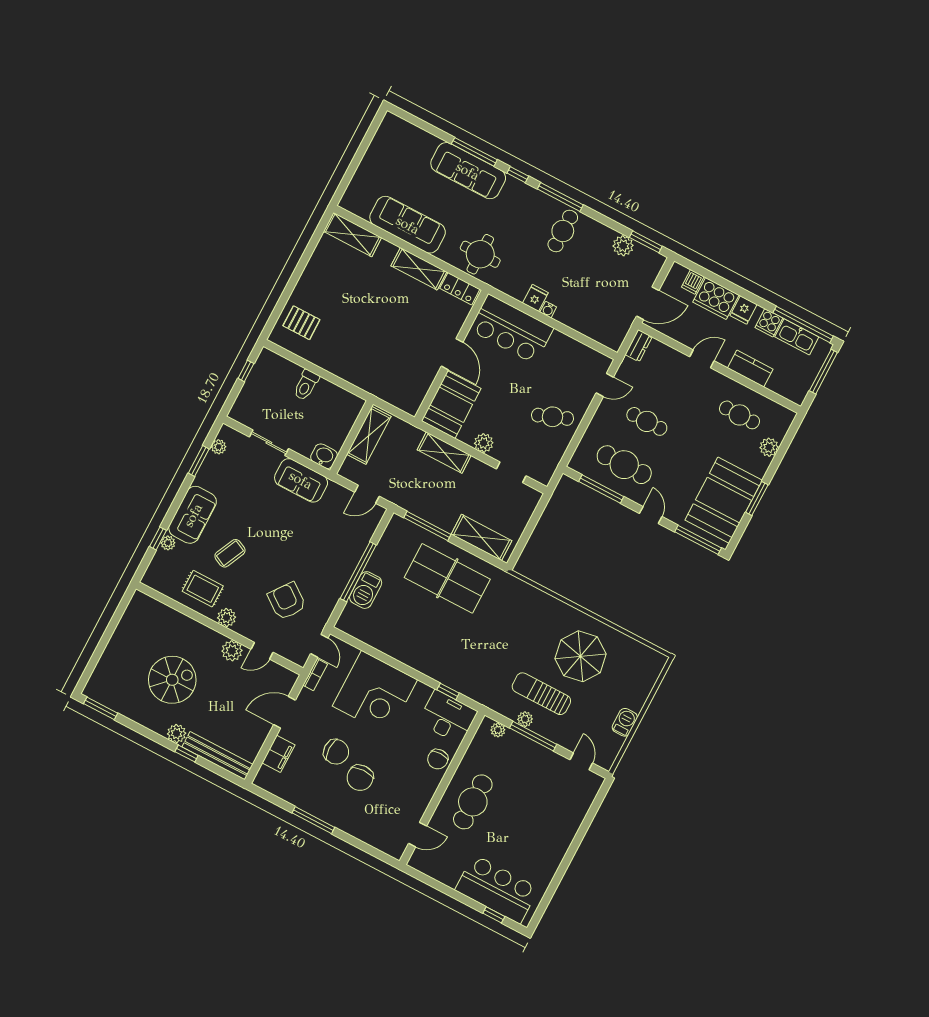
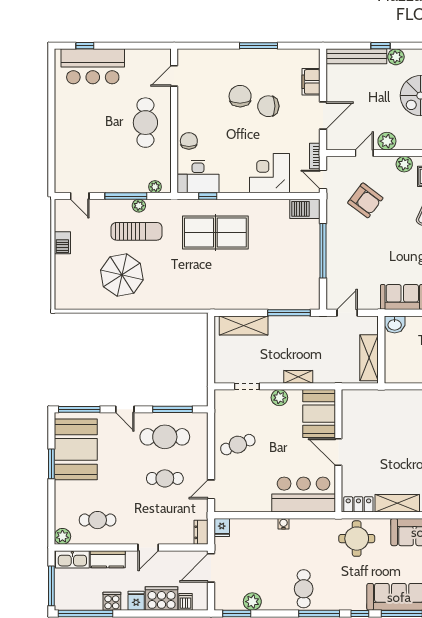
fridge: (535, 298) -> (222, 527), moved
kitchen sink: (797, 337) -> (72, 559), moved, turned 180
plant: (769, 447) -> (62, 536), moved
shelving: (444, 453) -> (298, 377), width x0.67, depth x0.75
table tennis table: (447, 578) -> (215, 232), moved
barbecue: (366, 590) -> (305, 209), moved, turned -90
corner desk: (375, 693) -> (270, 173), width x0.74, depth x0.74

